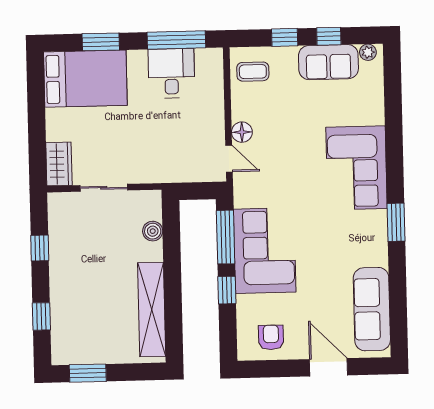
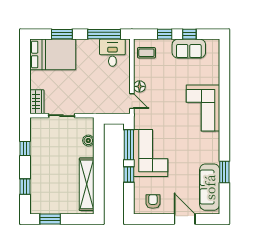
plant: (368, 52) -> (211, 44), removed
desk: (171, 73) -> (112, 53), moved
window: (396, 222) -> (224, 172), moved

